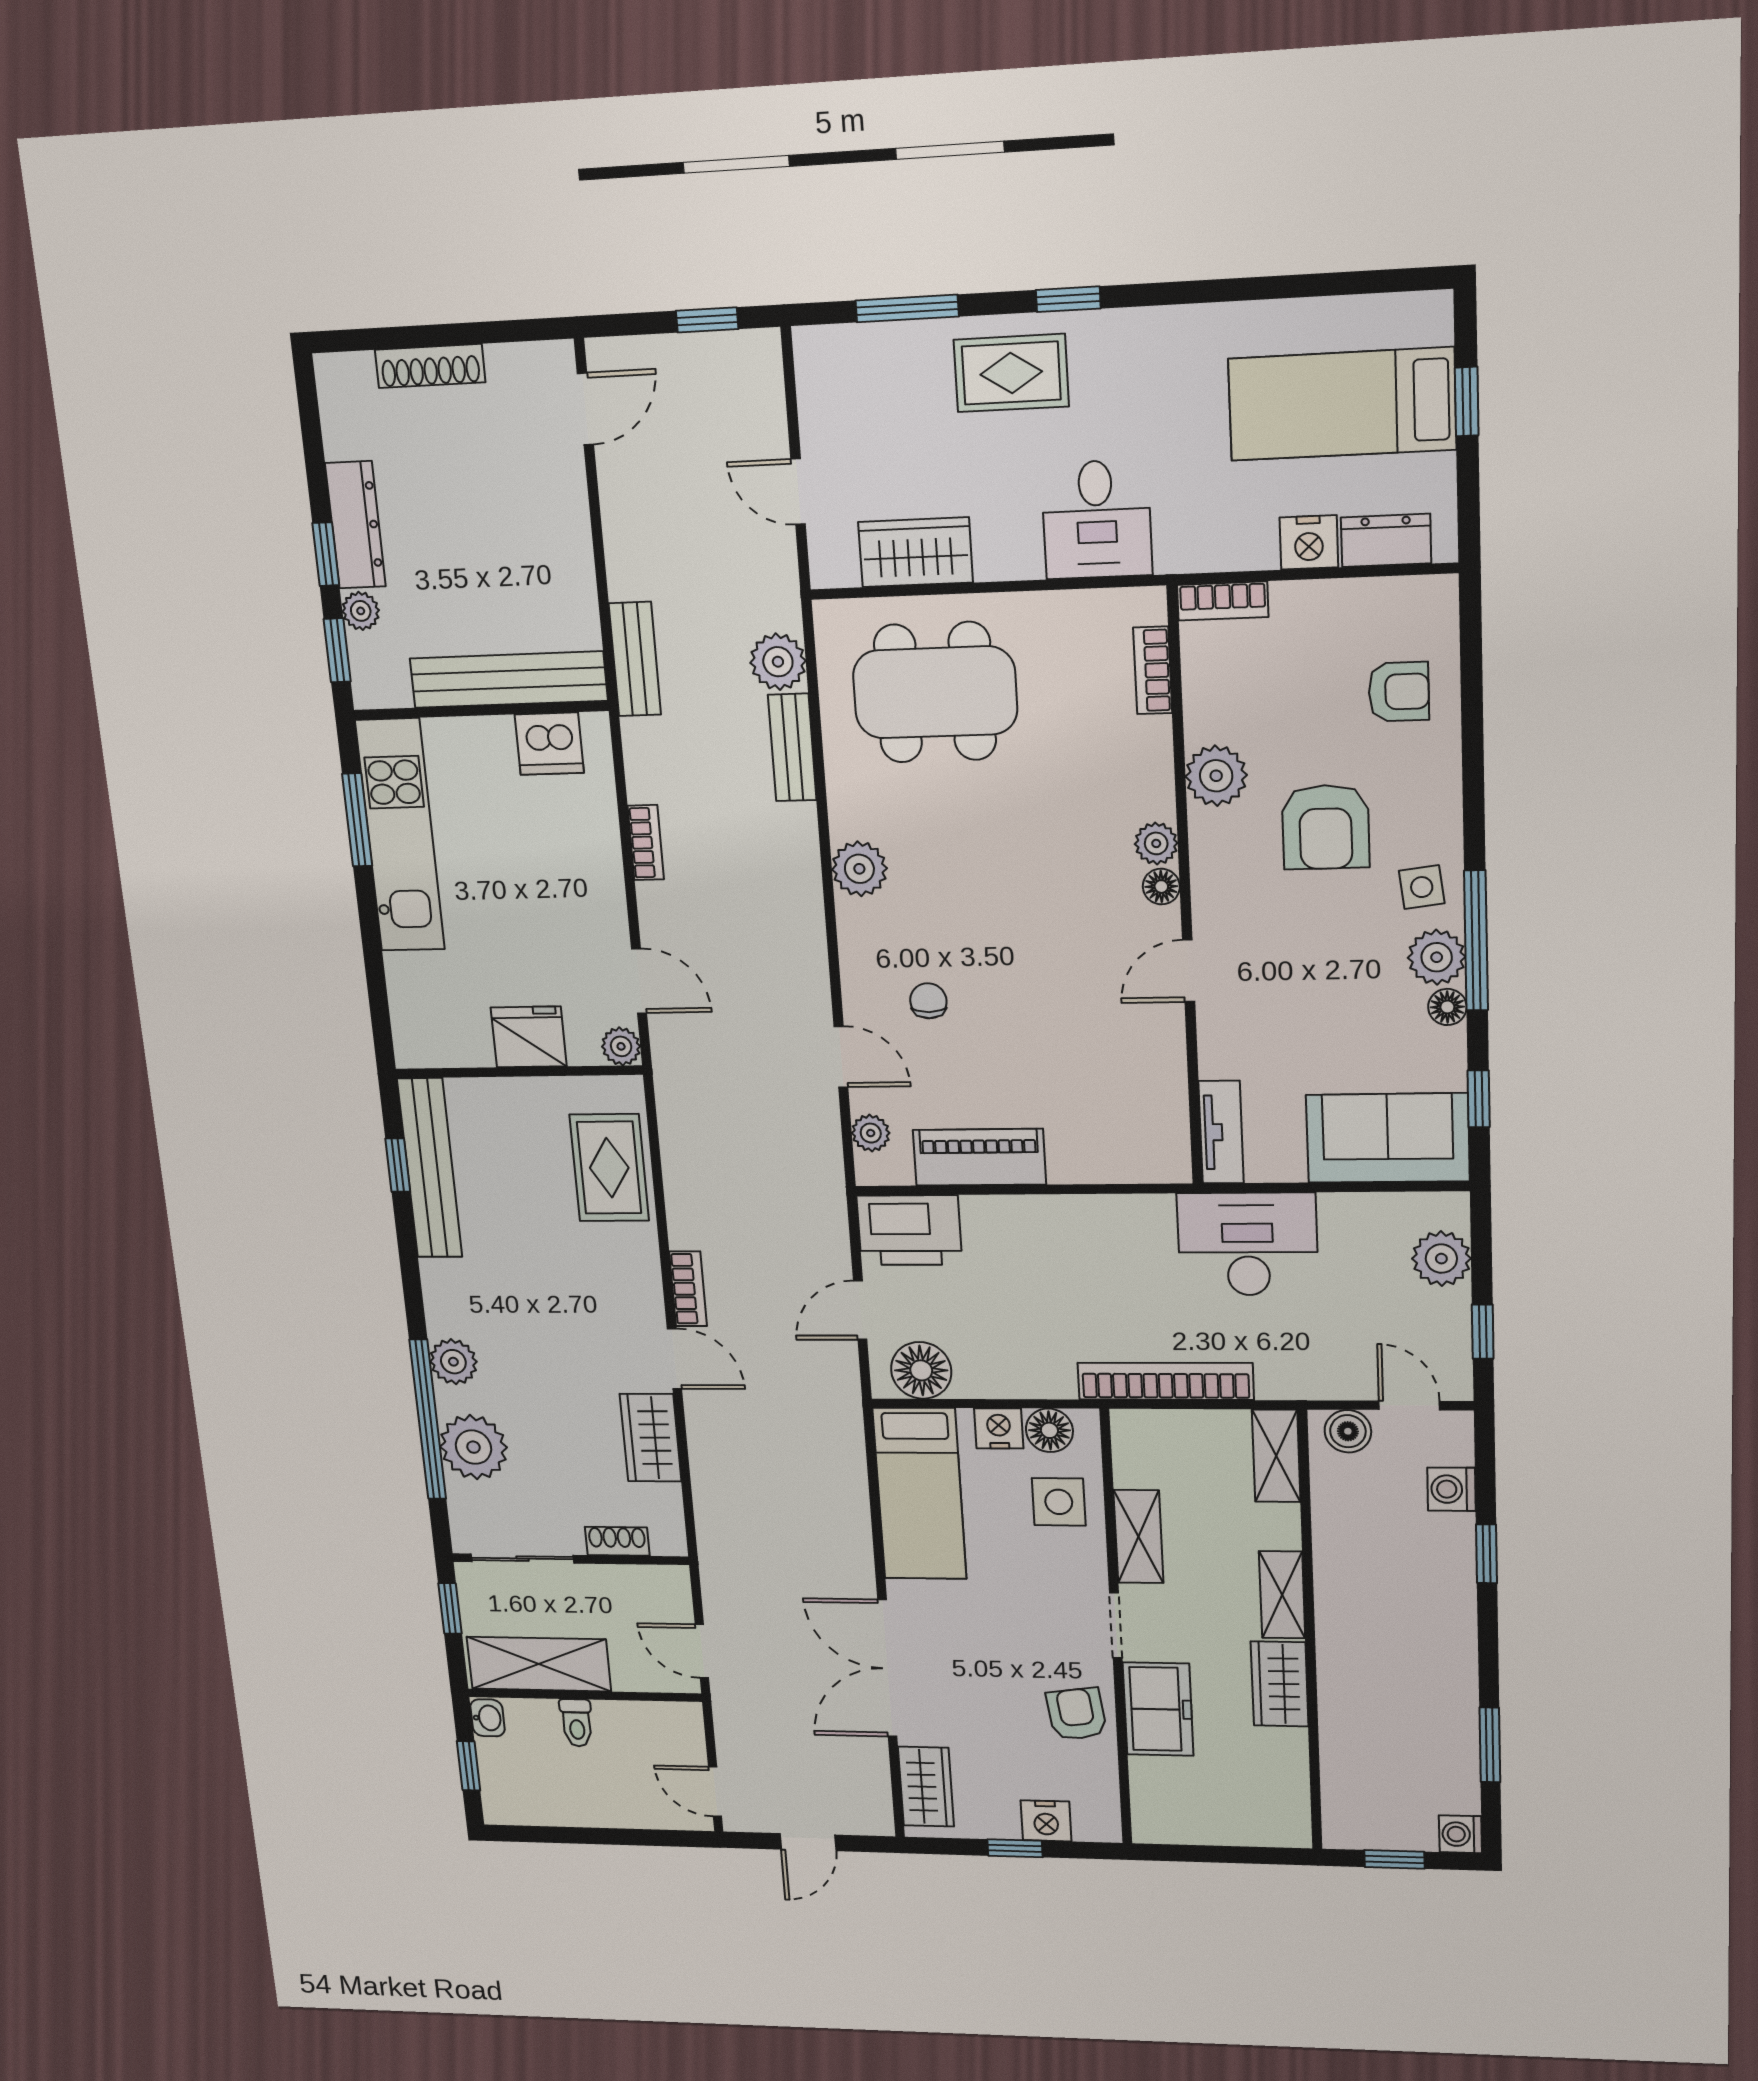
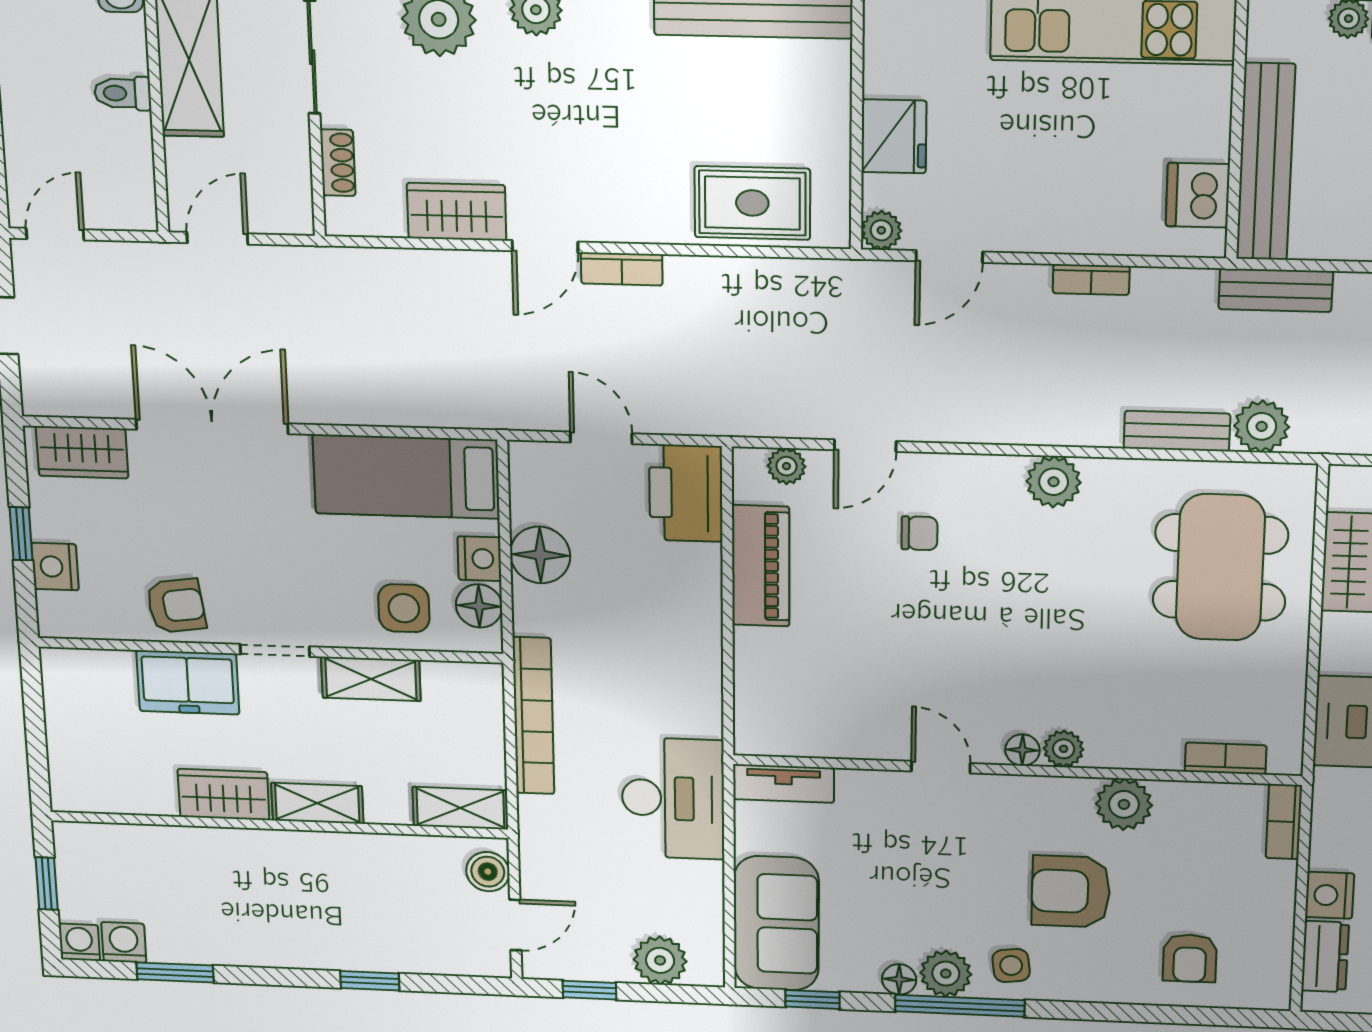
floor lamp: (921, 1370) -> (540, 555), moved
washing machine: (1451, 1489) -> (124, 942), moved

